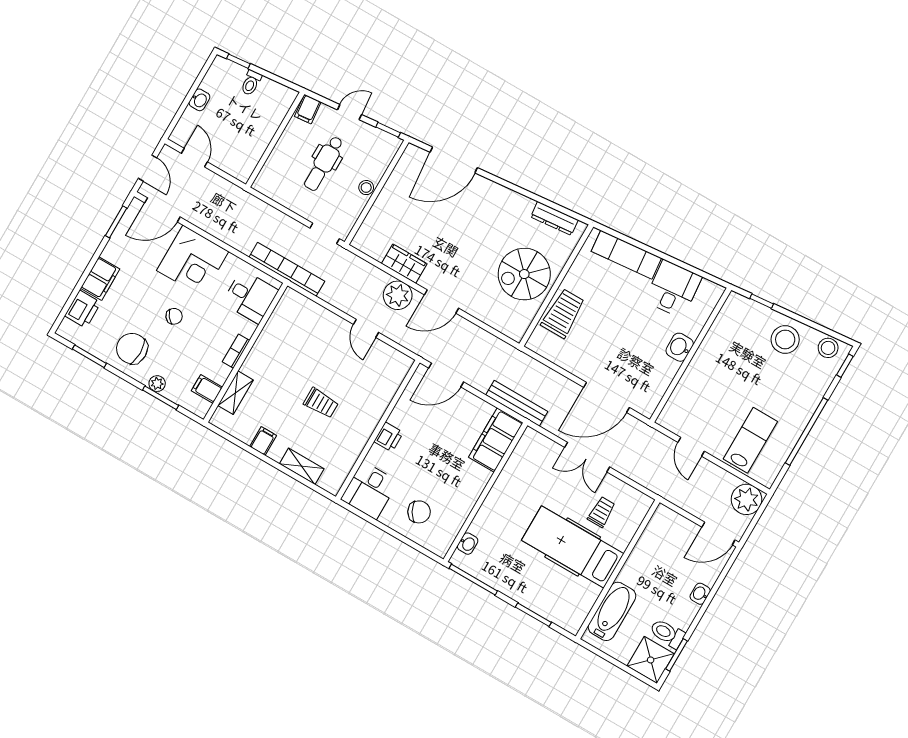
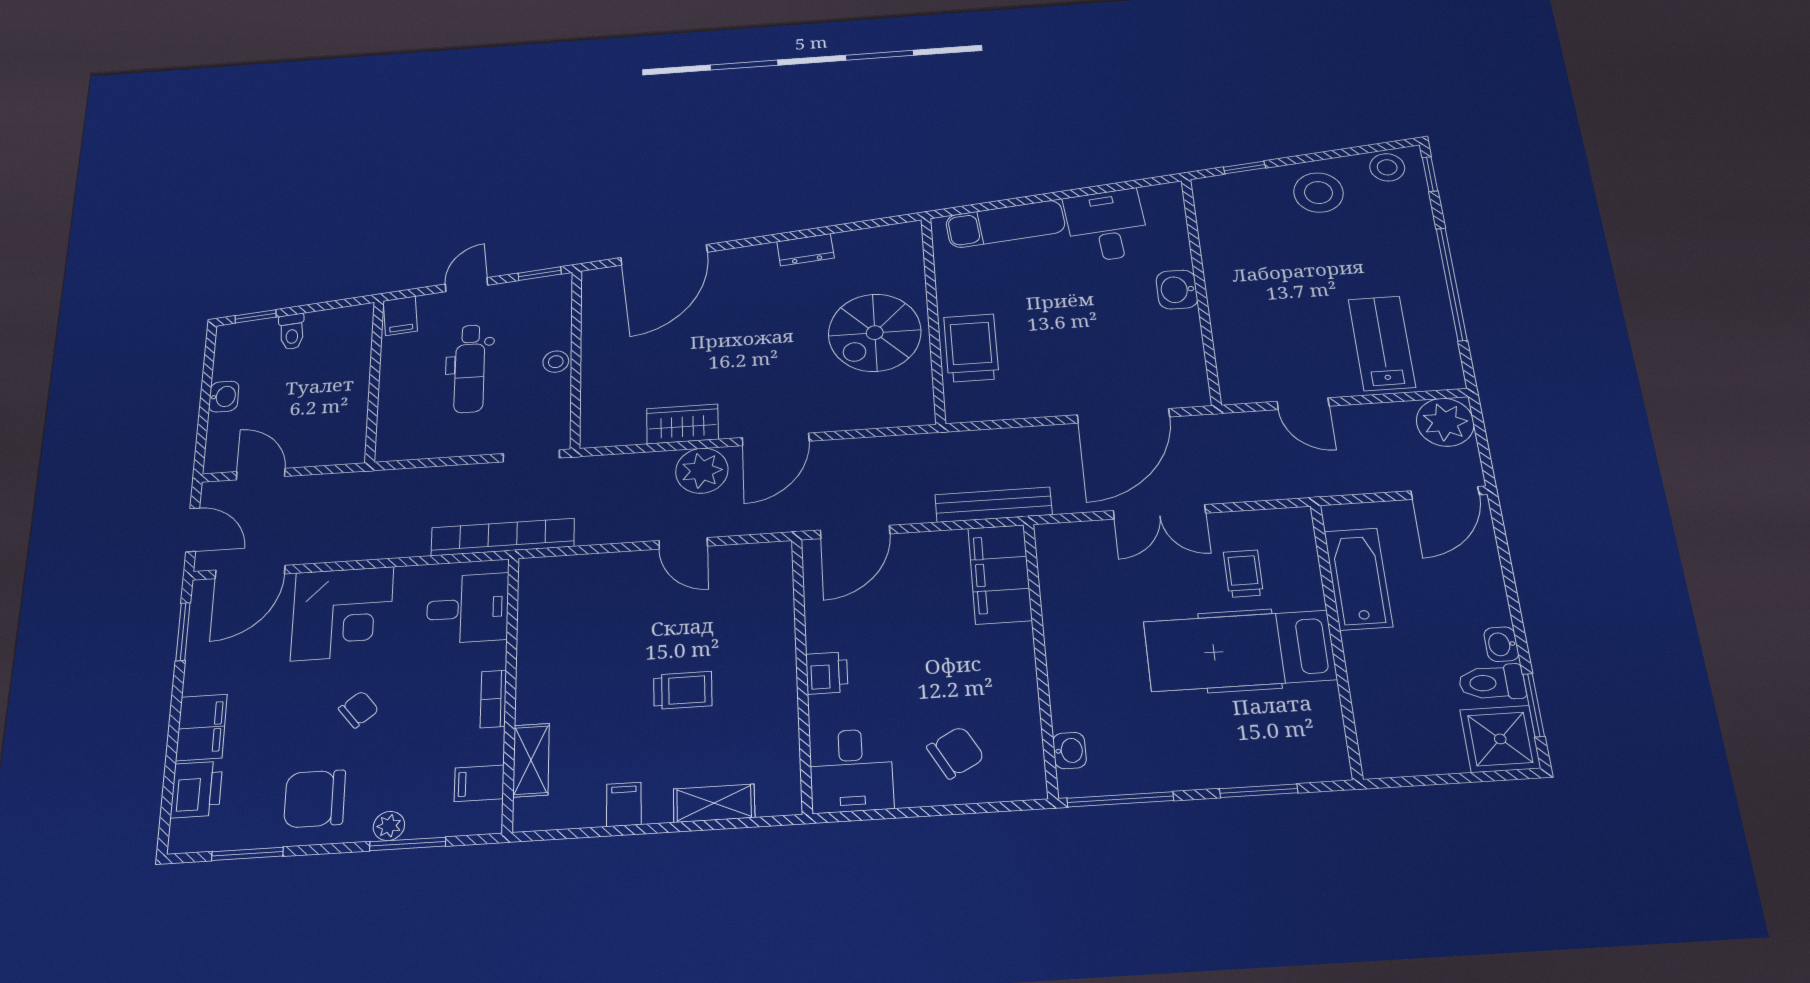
dresser: (554, 218) -> (806, 250), moved, width x0.70
washbasin: (700, 594) -> (1501, 644), moved
bathtub: (612, 611) -> (1358, 579), moved

